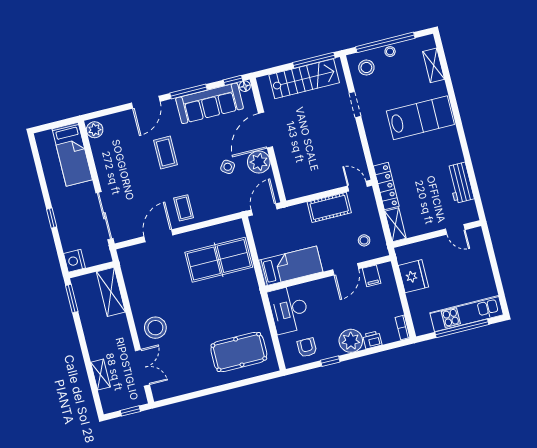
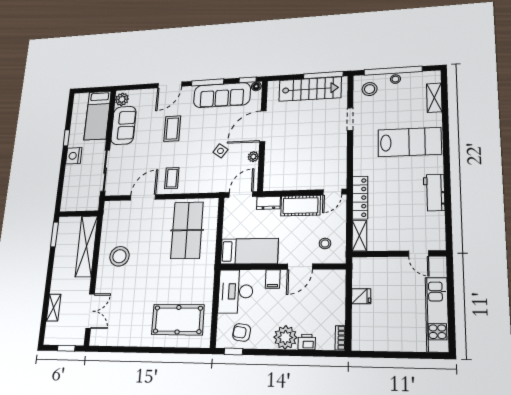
sofa: (107, 160) -> (123, 125), added
plant: (259, 162) -> (253, 157), width x0.53, depth x0.53
workbench: (460, 183) -> (434, 193), moved
door: (357, 186) -> (332, 192), swing flipped
dresser: (296, 212) -> (268, 203), added
window: (52, 218) -> (66, 138), moved
table tennis table: (219, 260) -> (187, 230), turned 90
nightstand: (74, 261) -> (74, 156), moved
filing cabinet: (372, 276) -> (273, 279), moved
fridge: (413, 276) -> (361, 296), width x0.53, depth x0.75
shelving: (111, 292) -> (86, 246), width x1.47
kitchen unit: (467, 314) -> (437, 314), moved, turned -90
stool: (155, 328) -> (119, 256), moved
window: (462, 328) -> (401, 355), removed
armchair: (307, 347) -> (242, 332), turned -82
window: (330, 361) -> (233, 352), moved

